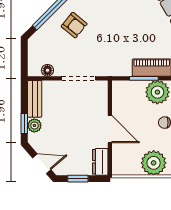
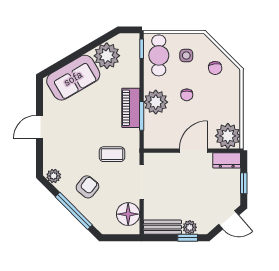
coffee table: (106, 49) -> (112, 154), added
floor lamp: (47, 70) -> (128, 214), width x1.89, depth x1.89
plant: (154, 163) -> (228, 136), moved
door: (42, 164) -> (229, 220), swing flipped

